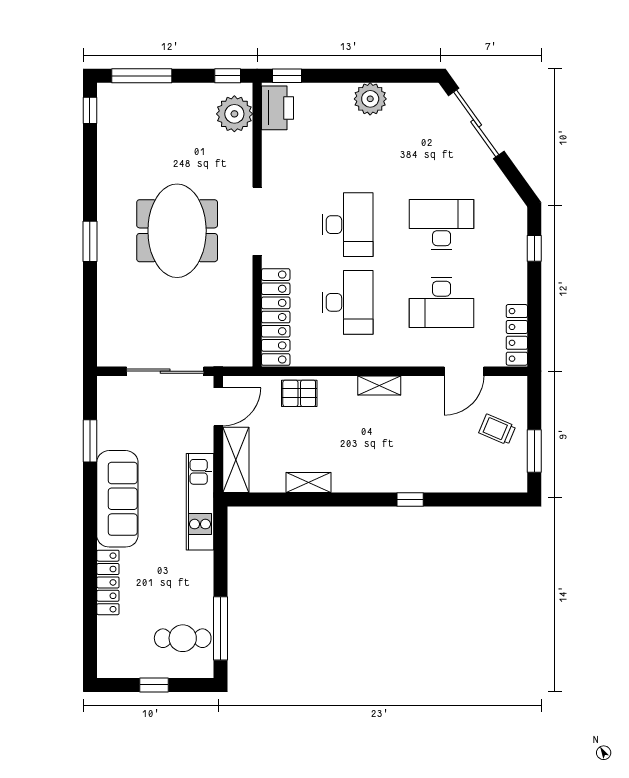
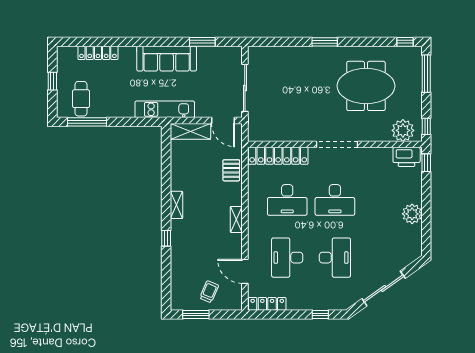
sliding door: (476, 123) -> (384, 289), moved
meeting table: (177, 231) -> (366, 86), moved
shelving: (309, 483) -> (177, 205), moved
locker: (108, 582) -> (98, 53), moved

